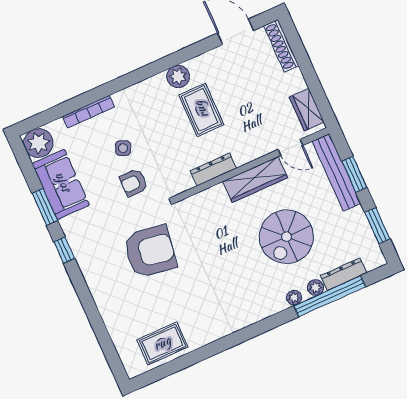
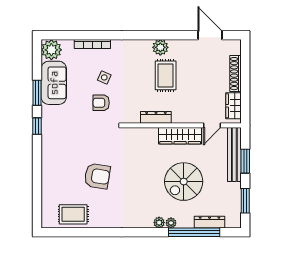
shoe rack: (281, 46) -> (235, 74), moved
door: (290, 147) -> (212, 125), hinge flipped
armchair: (150, 251) -> (97, 176), moved, width x0.73, depth x0.73
plant: (315, 287) -> (159, 223), moved

